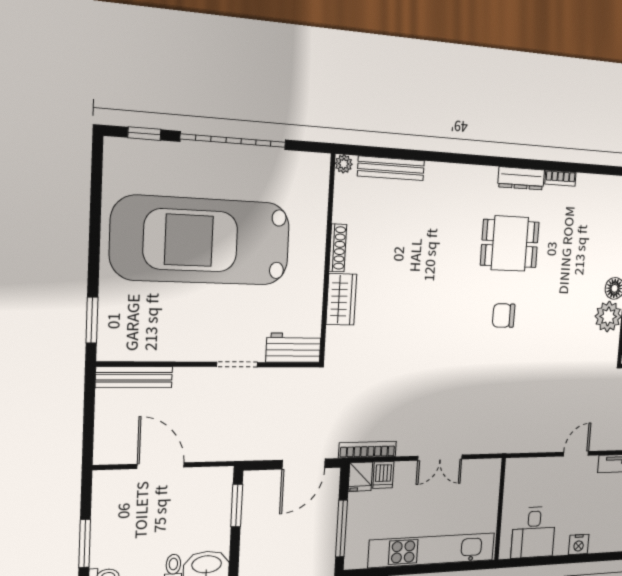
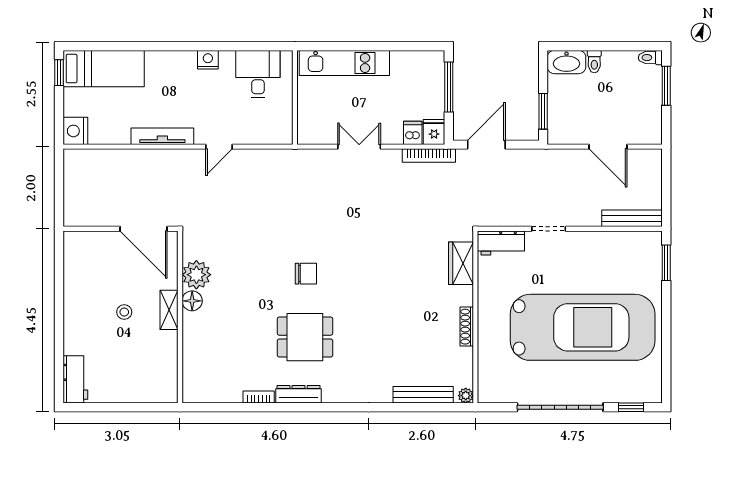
wardrobe: (341, 299) -> (461, 263), moved
kitchen unit: (432, 550) -> (344, 63), width x0.73

